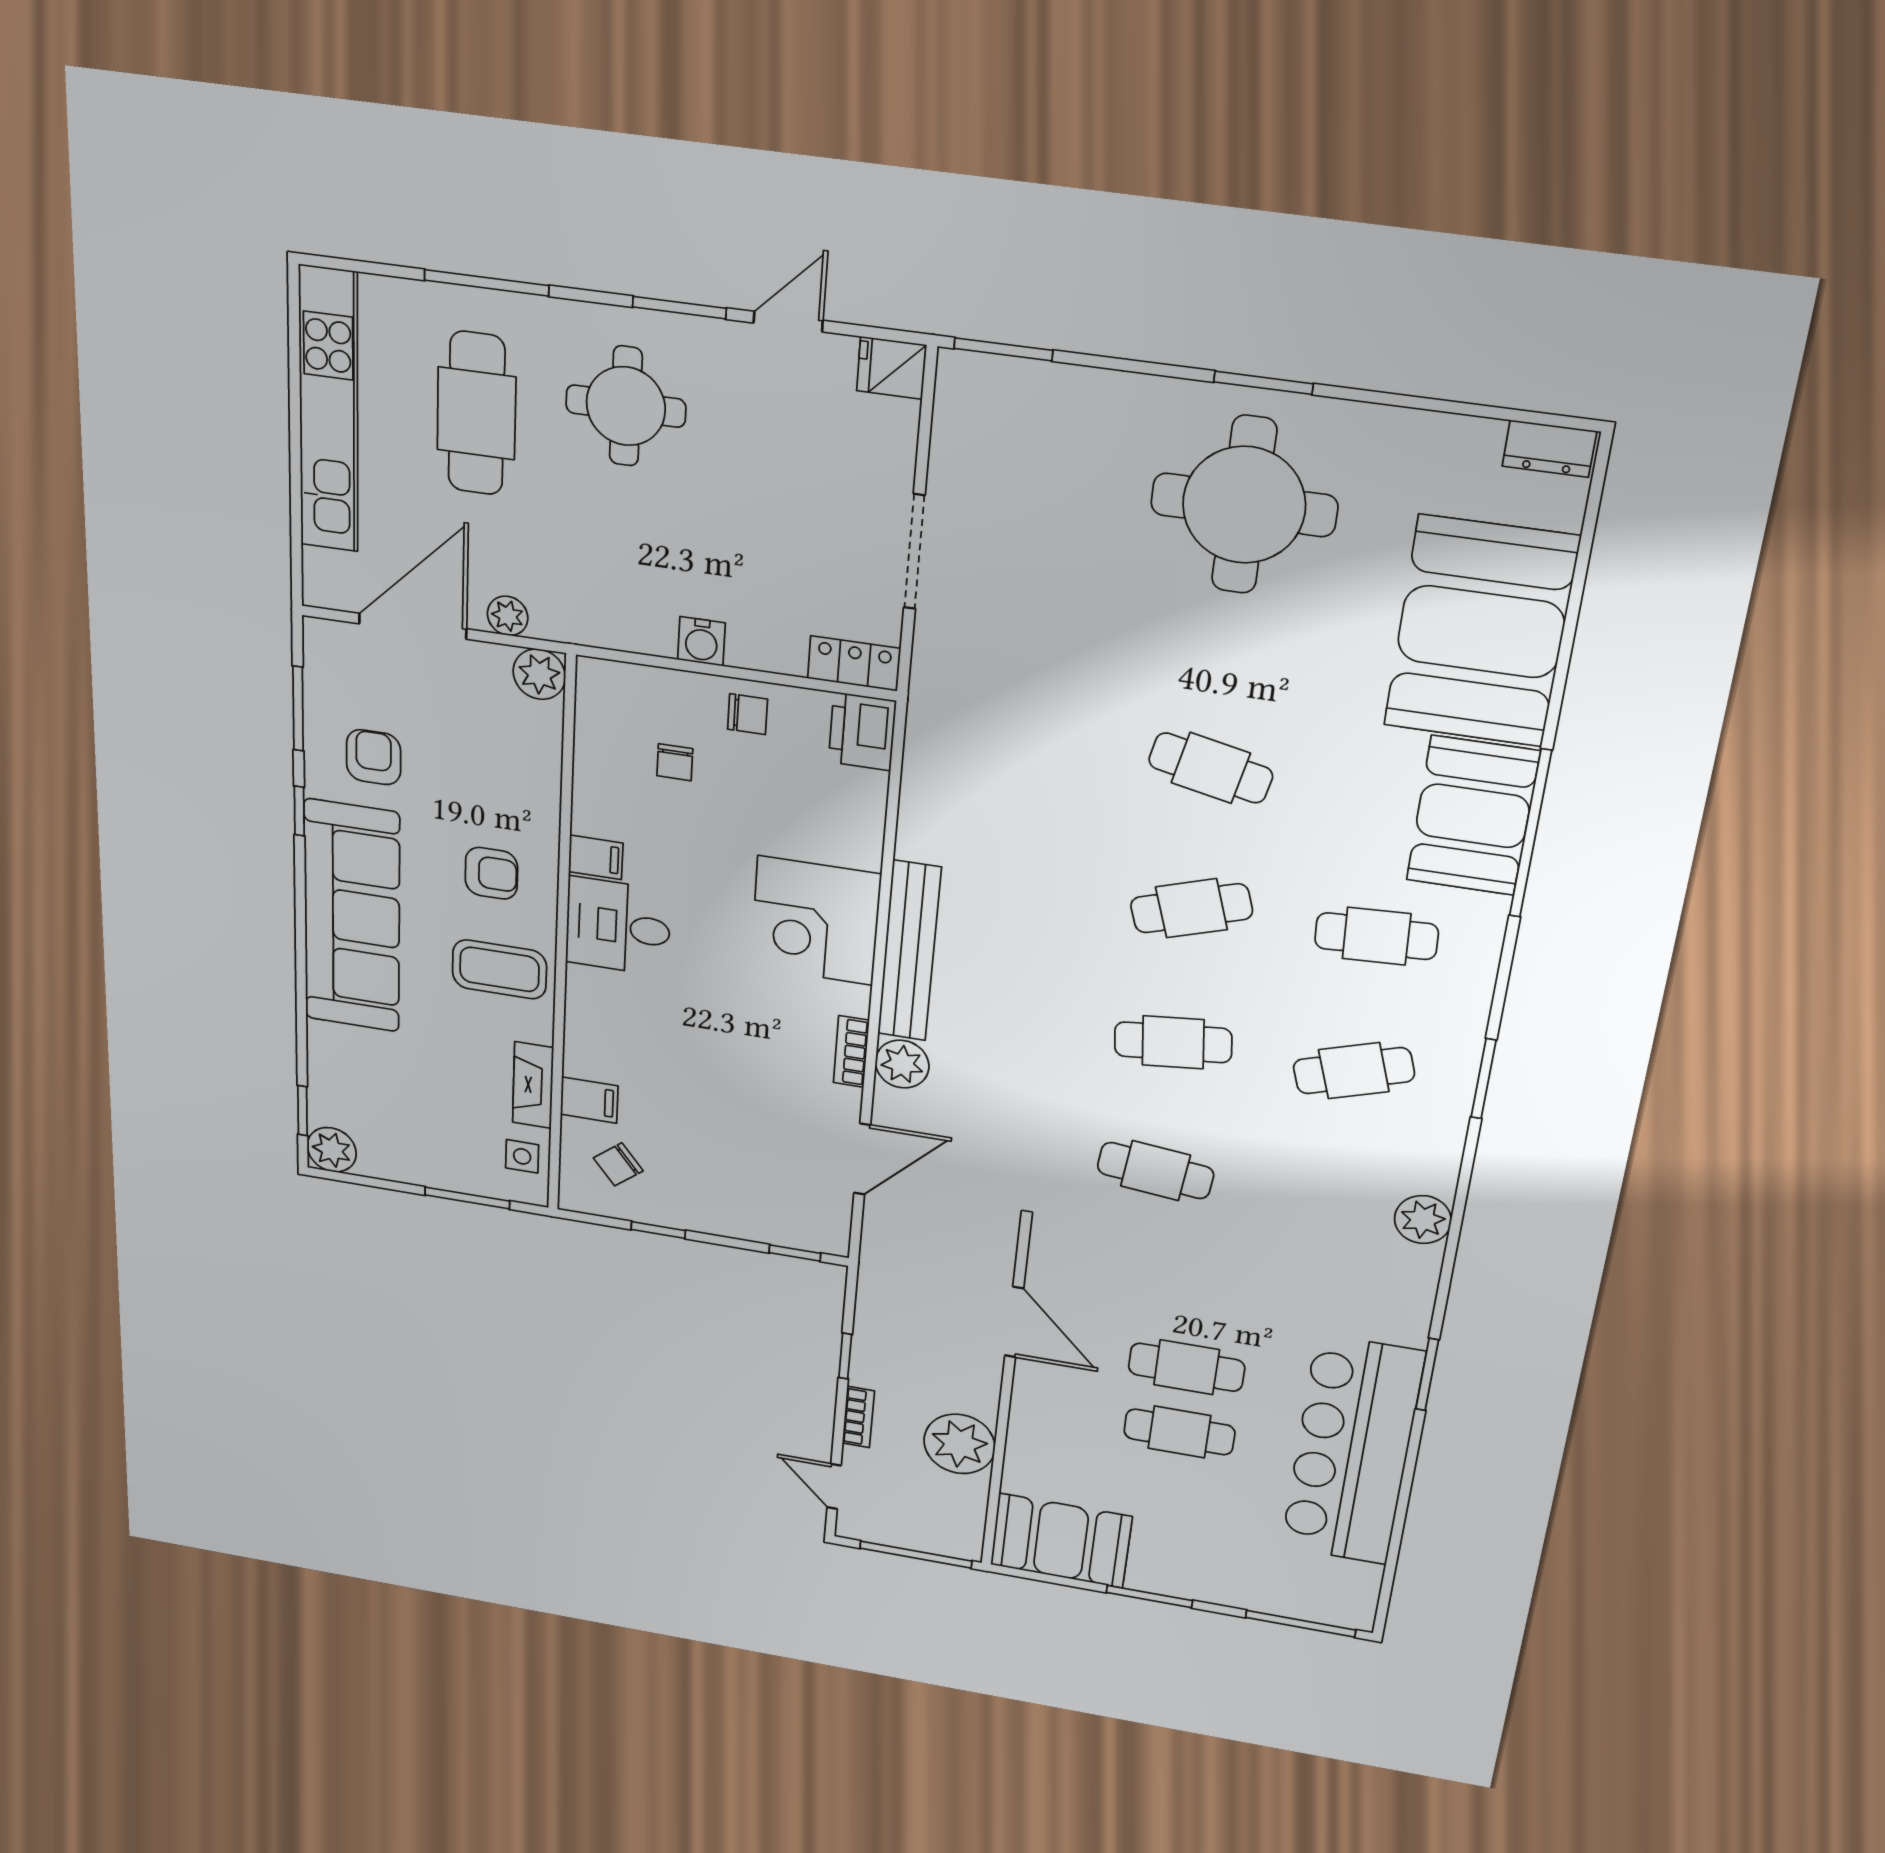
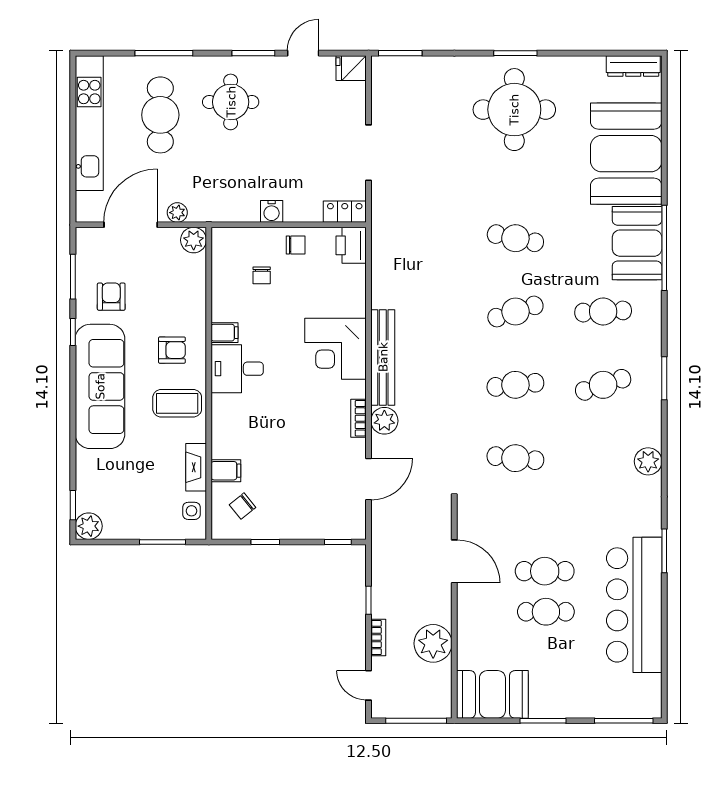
dresser: (1549, 449) -> (633, 66), width x1.44

